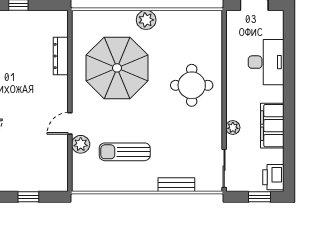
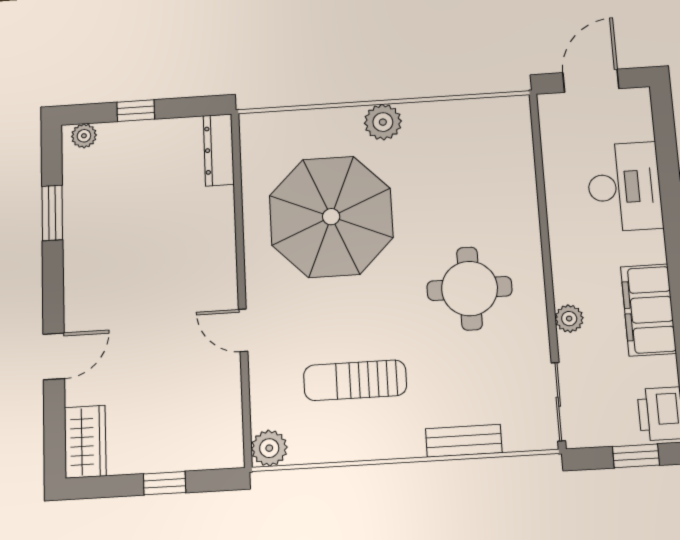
dresser: (61, 56) -> (219, 150), moved
round table: (192, 85) -> (469, 289), moved
door: (70, 123) -> (243, 330), hinge flipped
plant: (81, 144) -> (269, 448), moved

